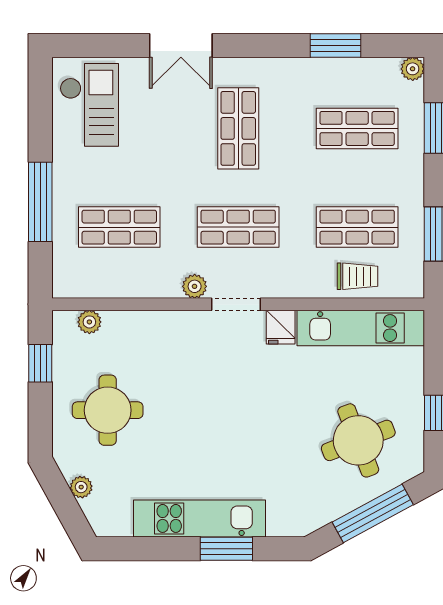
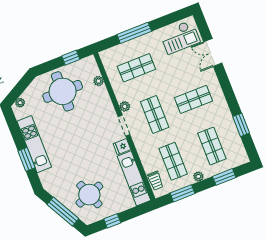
double door: (181, 45) -> (213, 52), moved
plant: (413, 69) -> (198, 176), moved
shop shelf: (119, 227) -> (136, 68), turned 90
trolley: (357, 276) -> (155, 181), moved
plant: (89, 322) -> (99, 81), moved
round table: (108, 410) -> (63, 91), width x1.36, depth x1.36
plant: (81, 487) -> (20, 103), moved

